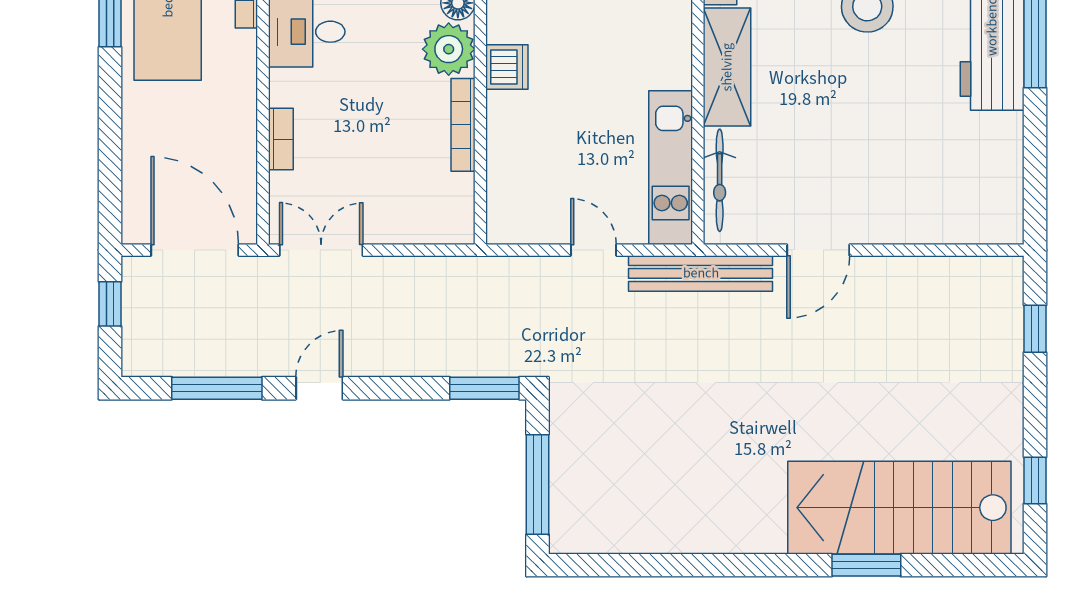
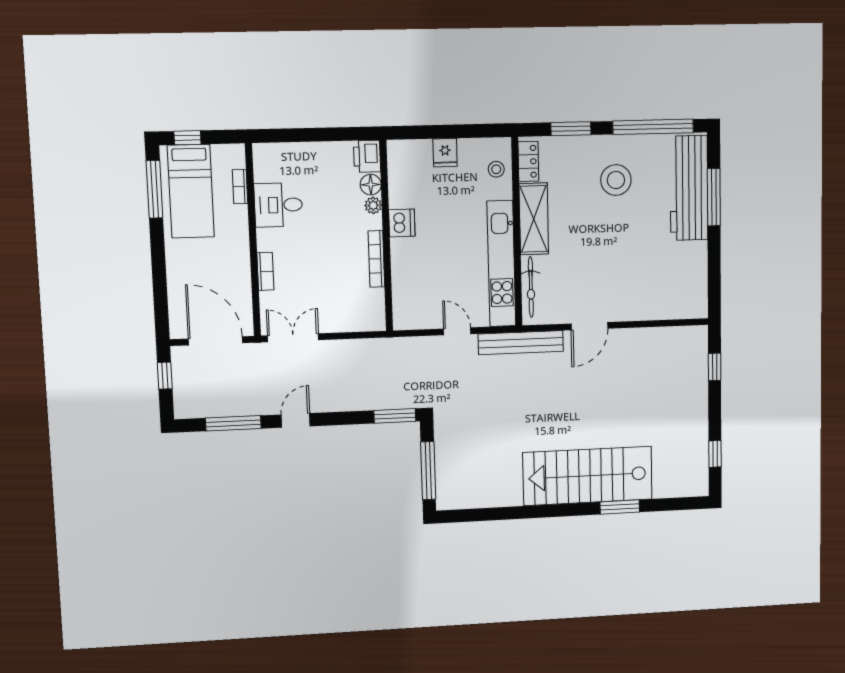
plant: (449, 49) -> (373, 205), width x0.53, depth x0.53
kitchen unit: (671, 168) -> (501, 264), width x1.36
stairs: (899, 508) -> (588, 476), moved

